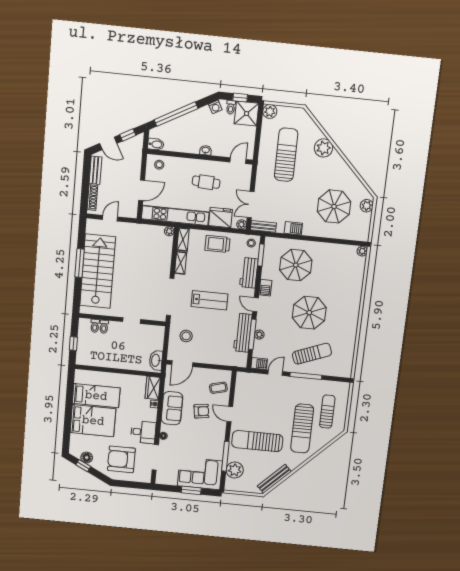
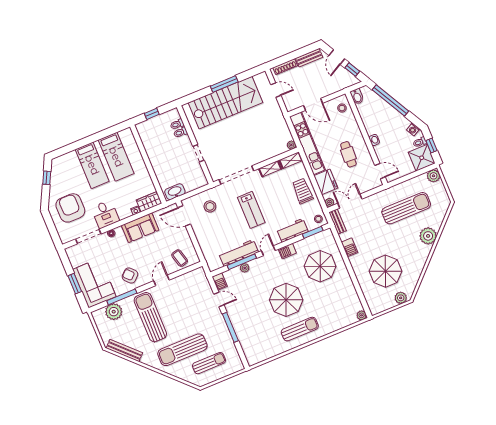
sun lounger: (312, 354) -> (300, 329), moved, turned -69
armchair: (201, 411) -> (130, 275), moved, turned 145
bed: (93, 421) -> (92, 165), width x0.67
floor lamp: (87, 457) -> (56, 177), removed

